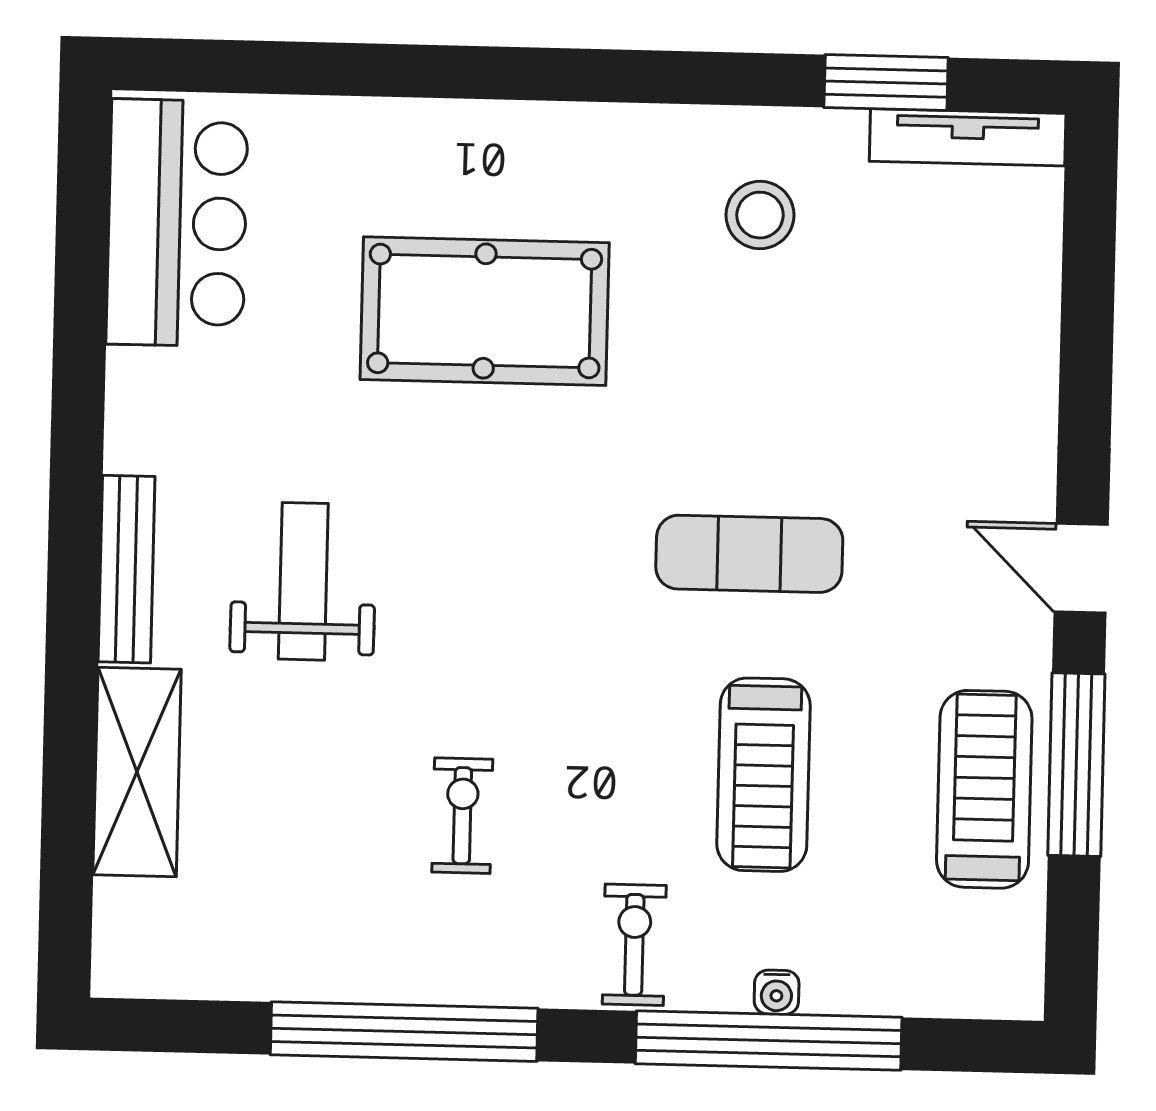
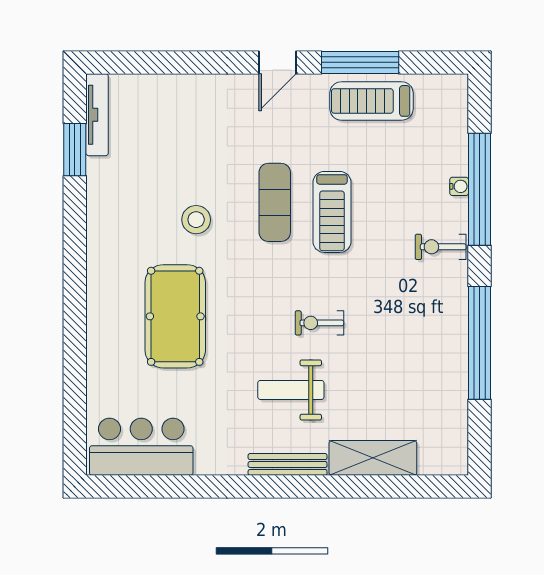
stool: (760, 215) -> (196, 220), moved
treadmill: (764, 775) -> (332, 212), moved, turned 90
exercise bike: (462, 816) -> (319, 323), moved

